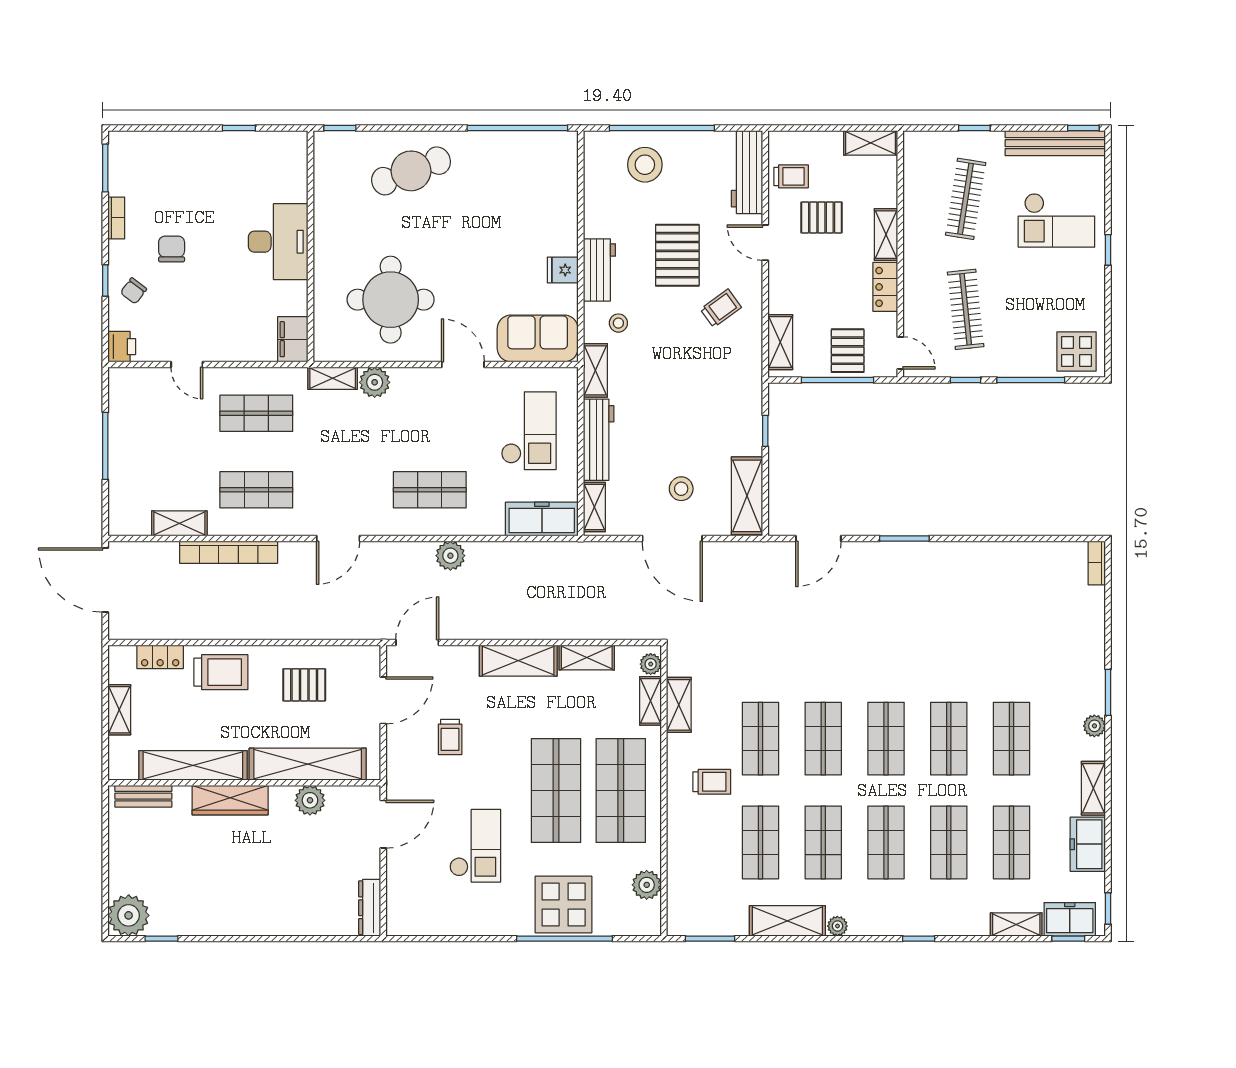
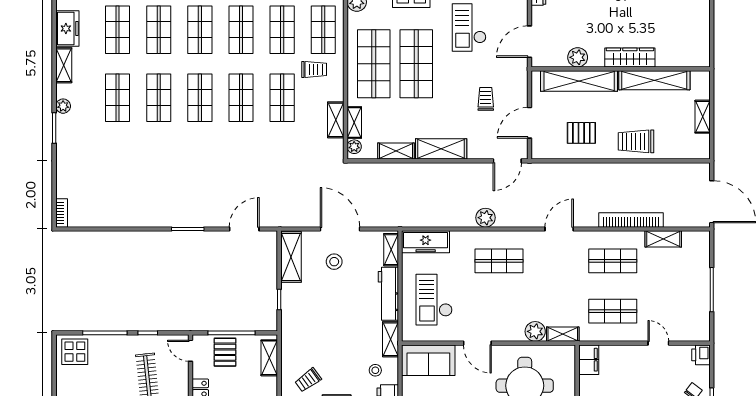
locker: (160, 657) -> (676, 151), removed
trolley: (712, 782) -> (314, 69), turned 180
bench: (143, 796) -> (687, 60), removed
shop shelf: (698, 842) -> (323, 30), added

